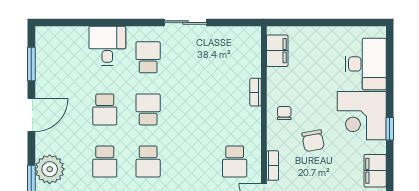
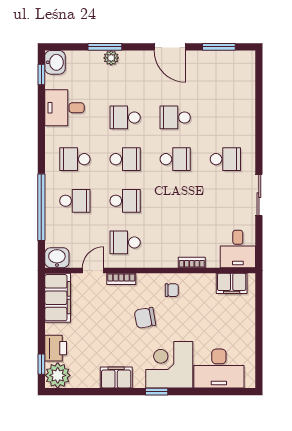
desk: (107, 46) -> (238, 249), moved, turned 90
school desk: (148, 162) -> (125, 159), turned 180
school desk: (191, 162) -> (125, 201), added
plant: (50, 169) -> (111, 58), width x0.53, depth x0.53

